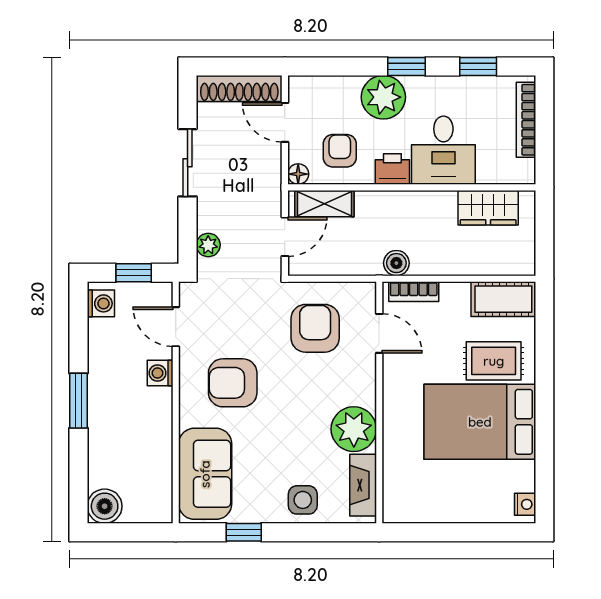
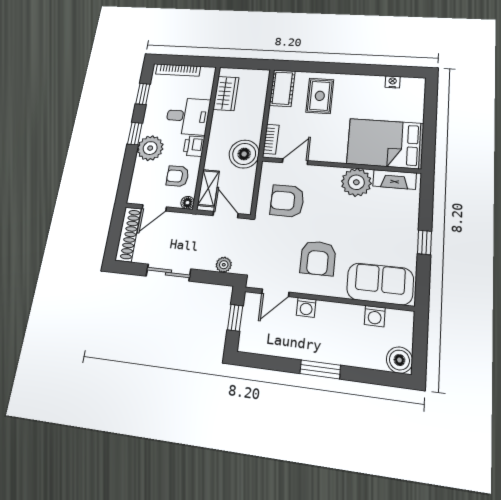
boiler: (396, 263) -> (244, 154), width x1.86, depth x1.86
washing machine: (101, 303) -> (375, 316), moved, turned 180
bed: (480, 422) -> (385, 143), moved, turned 90
side table: (303, 500) -> (403, 219), removed
nightstand: (525, 504) -> (393, 82), moved
window: (244, 532) -> (424, 242), moved

